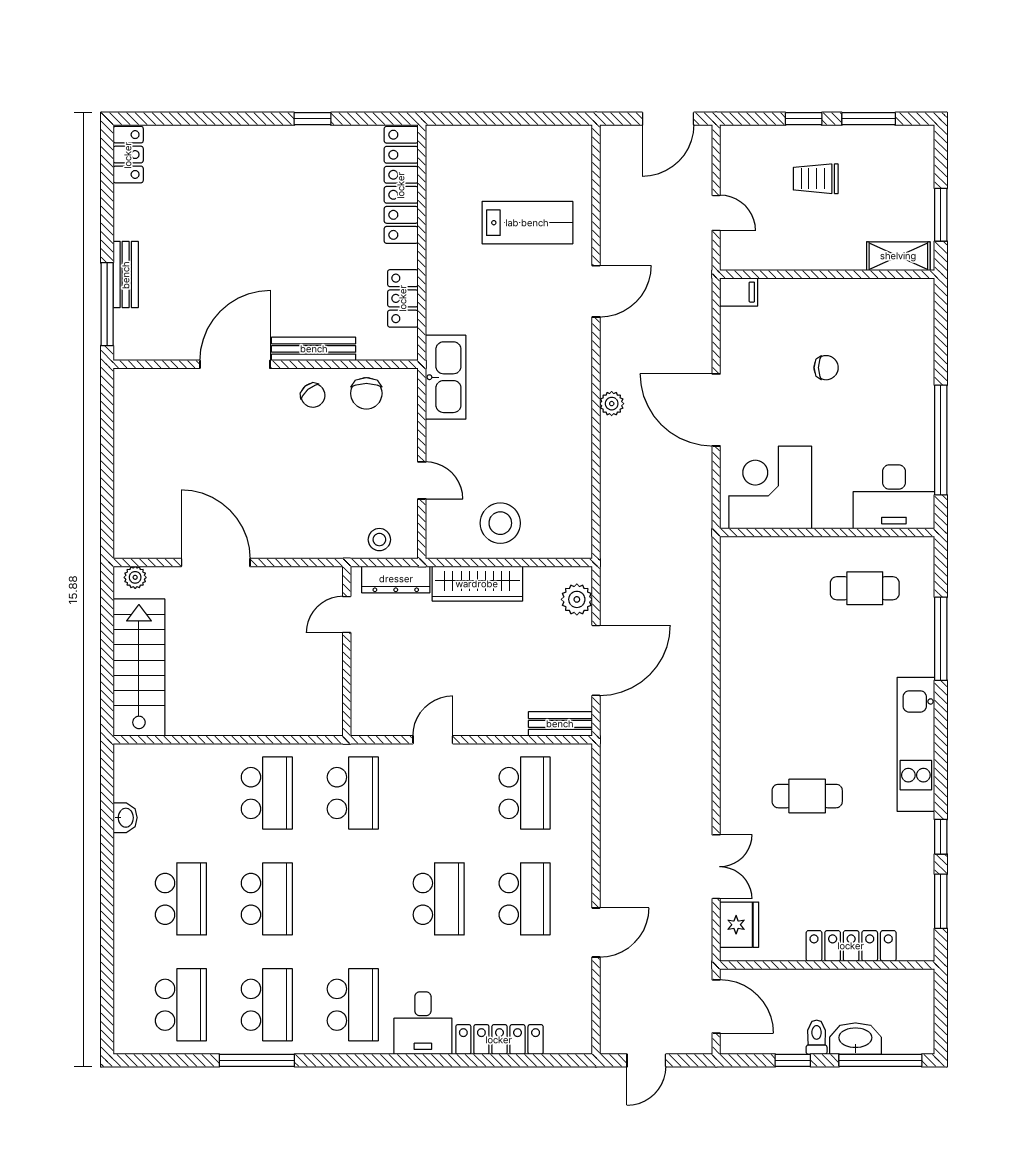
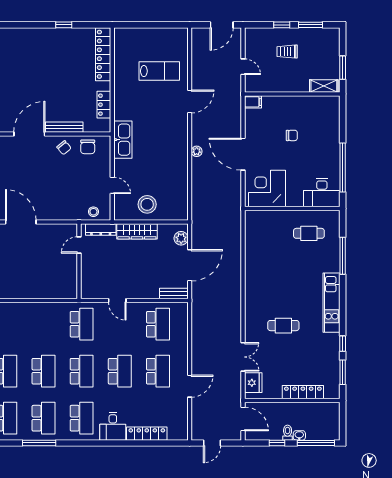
door: (433, 740) -> (117, 301), swing flipped
school desk: (267, 793) -> (82, 371), moved
washbasin: (855, 1039) -> (299, 435), width x0.52, depth x0.69

